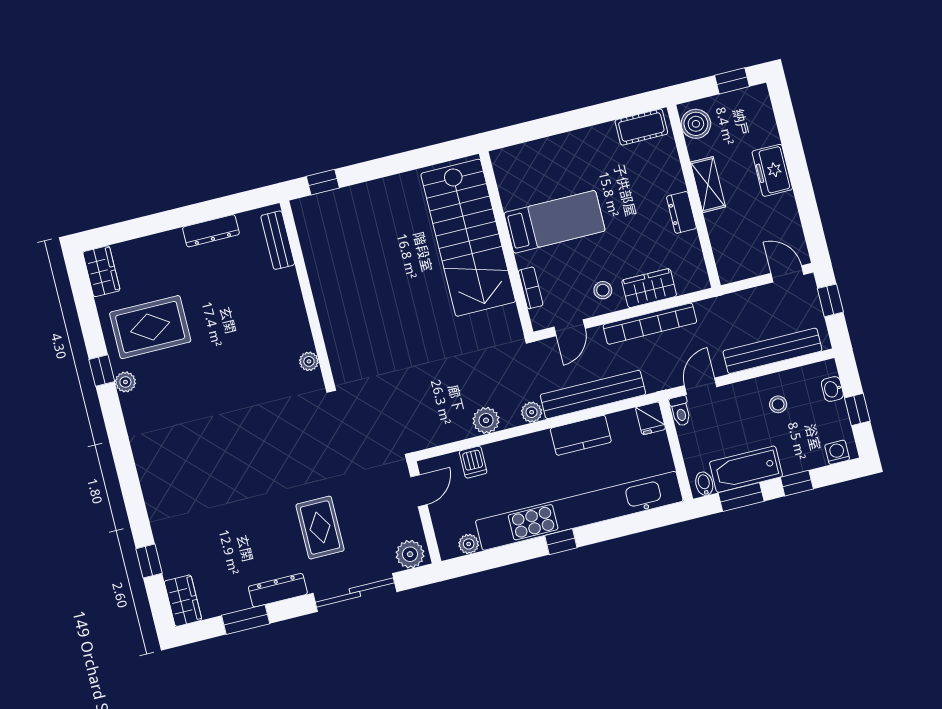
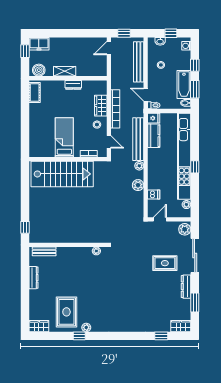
freezer: (772, 170) -> (39, 44), moved
kitchen counter: (581, 435) -> (154, 136), moved
door: (419, 491) -> (160, 219), hinge flipped

